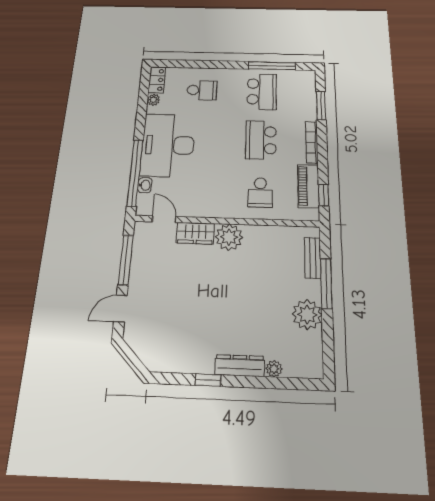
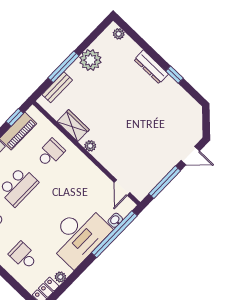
wardrobe: (195, 233) -> (73, 126), moved
plant: (229, 237) -> (90, 146), width x0.53, depth x0.53
plant: (274, 369) -> (119, 34), moved

